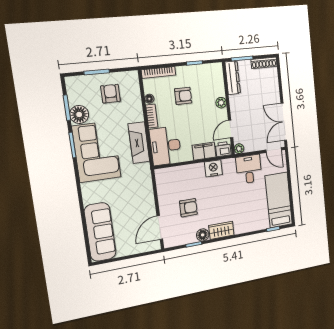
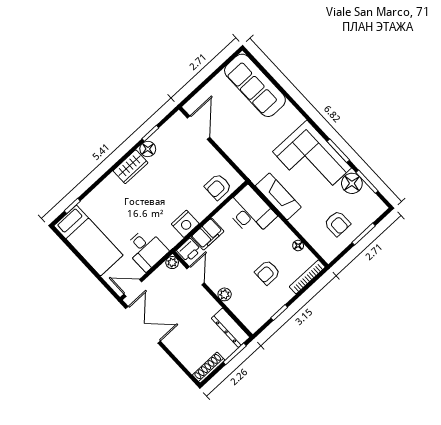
bookcase: (152, 116) -> (284, 231), removed
armchair: (188, 208) -> (218, 187), moved

